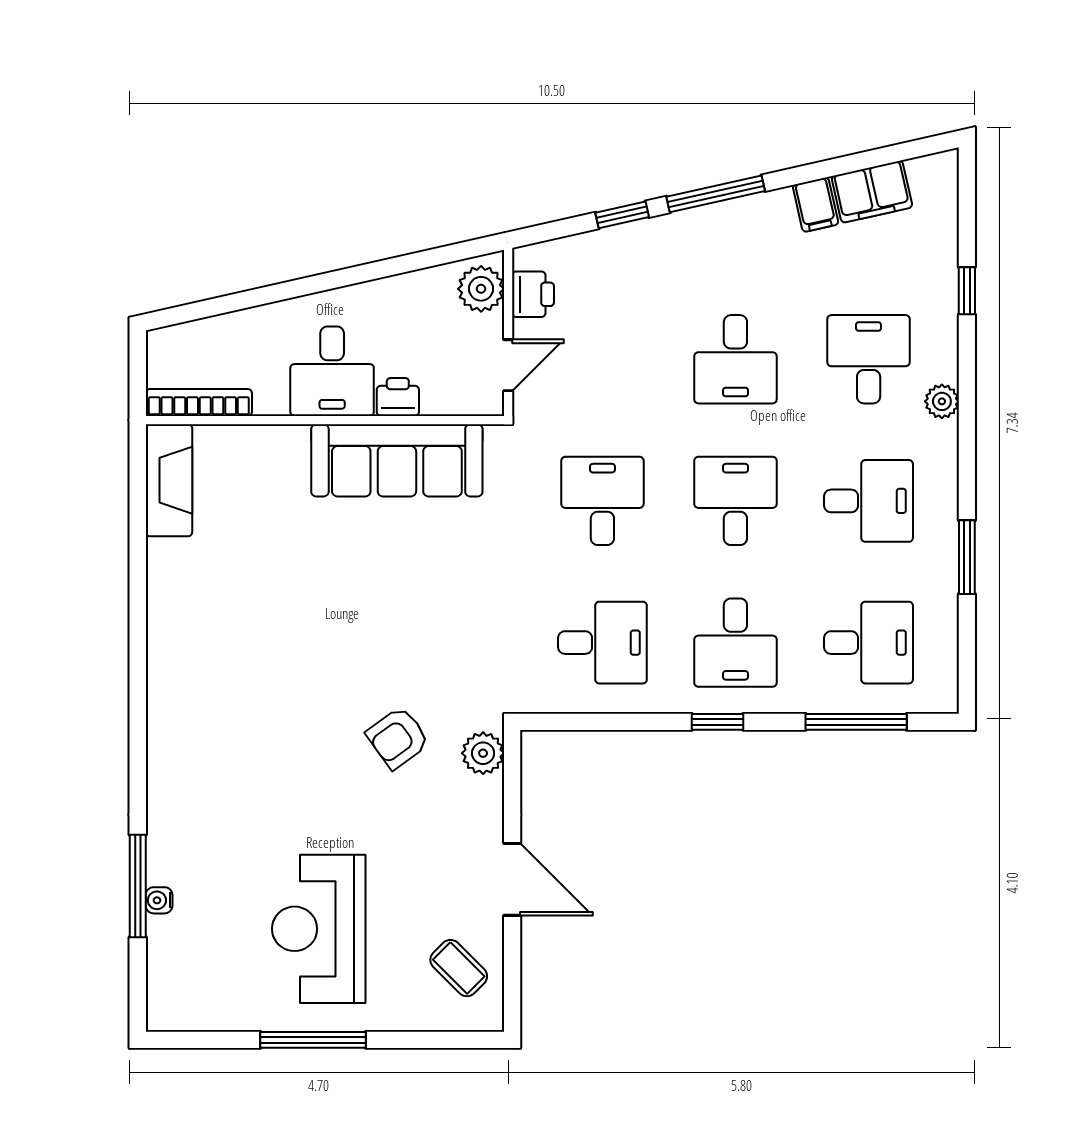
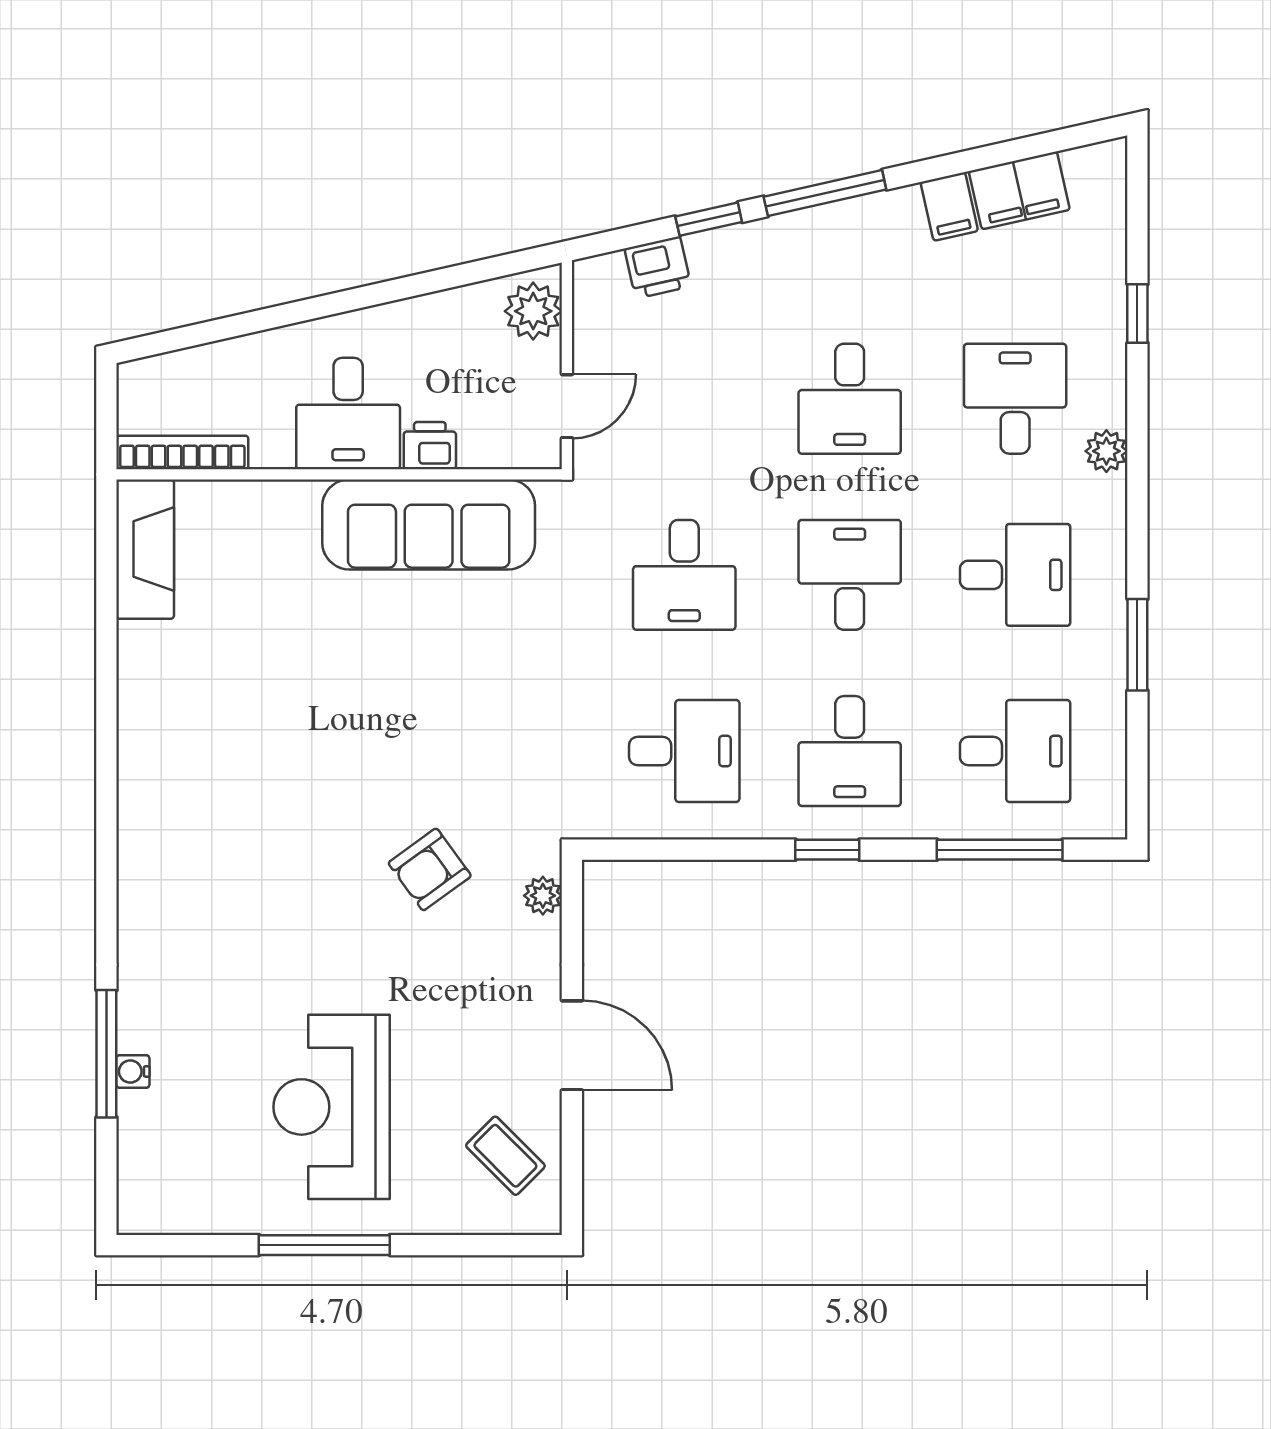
printer: (533, 294) -> (658, 267), moved, turned 77
desk: (602, 501) -> (684, 575), turned 180
plant: (483, 753) -> (543, 896), width x0.73, depth x0.73

